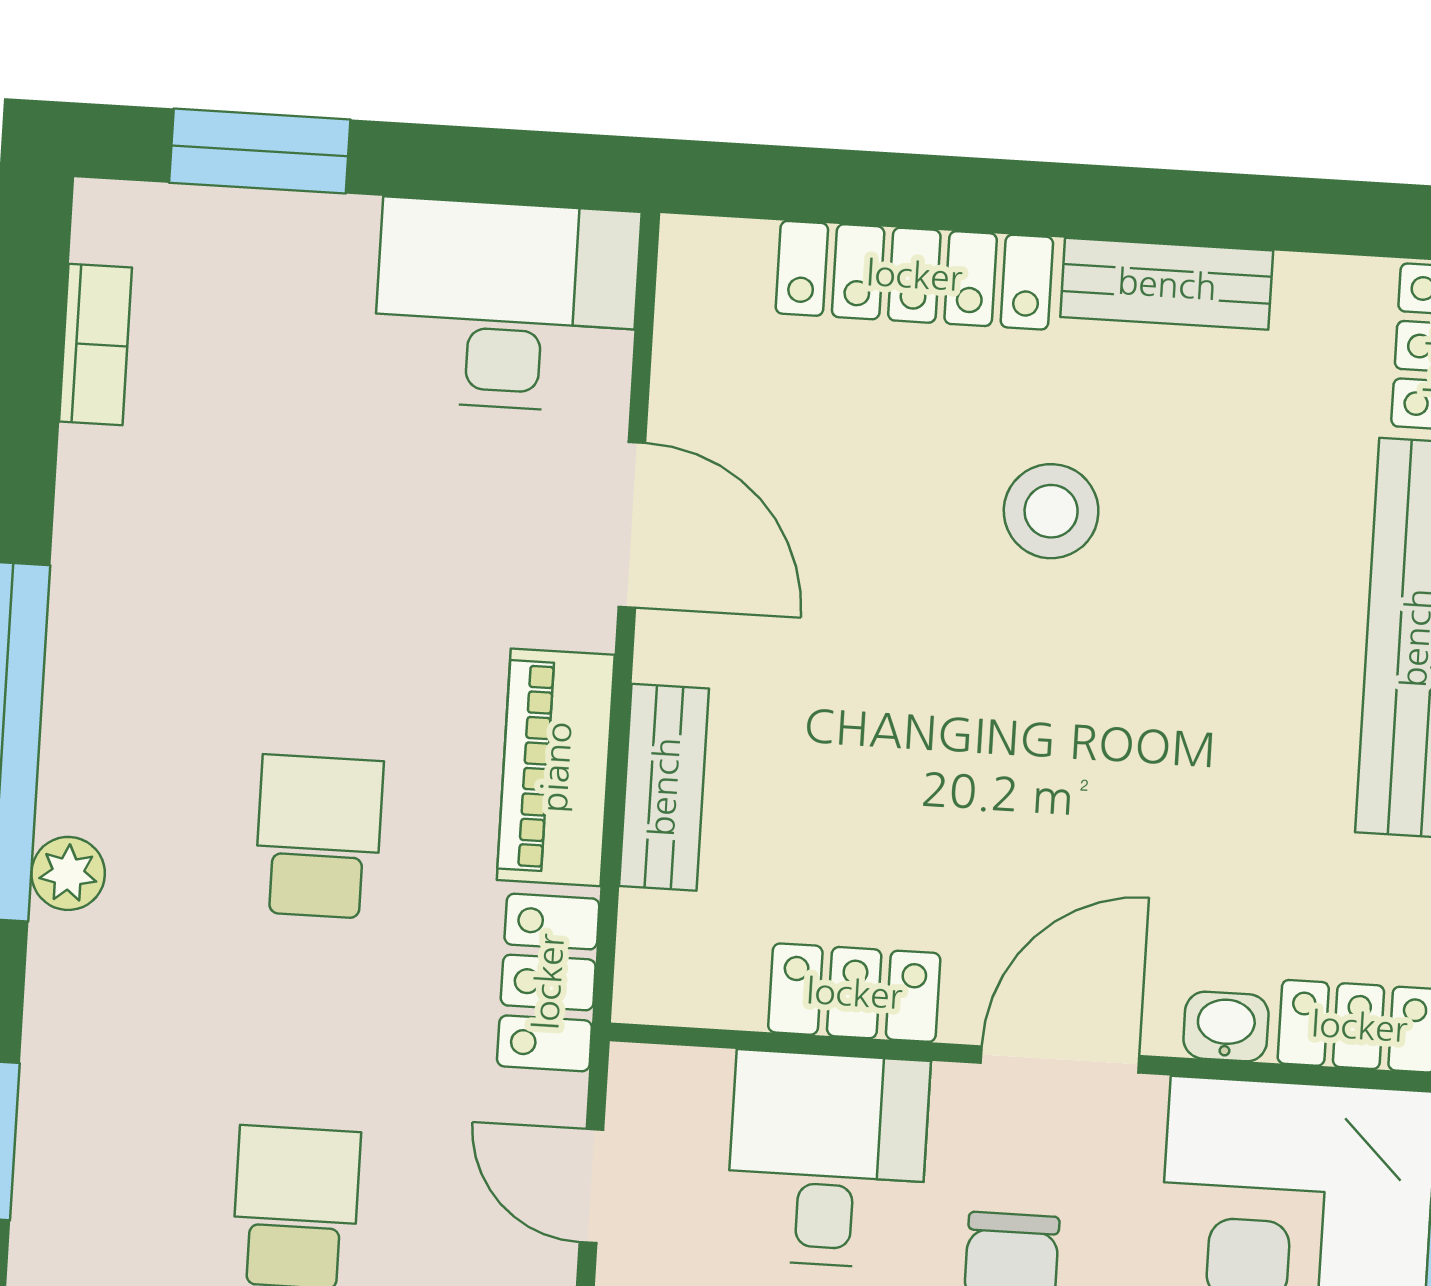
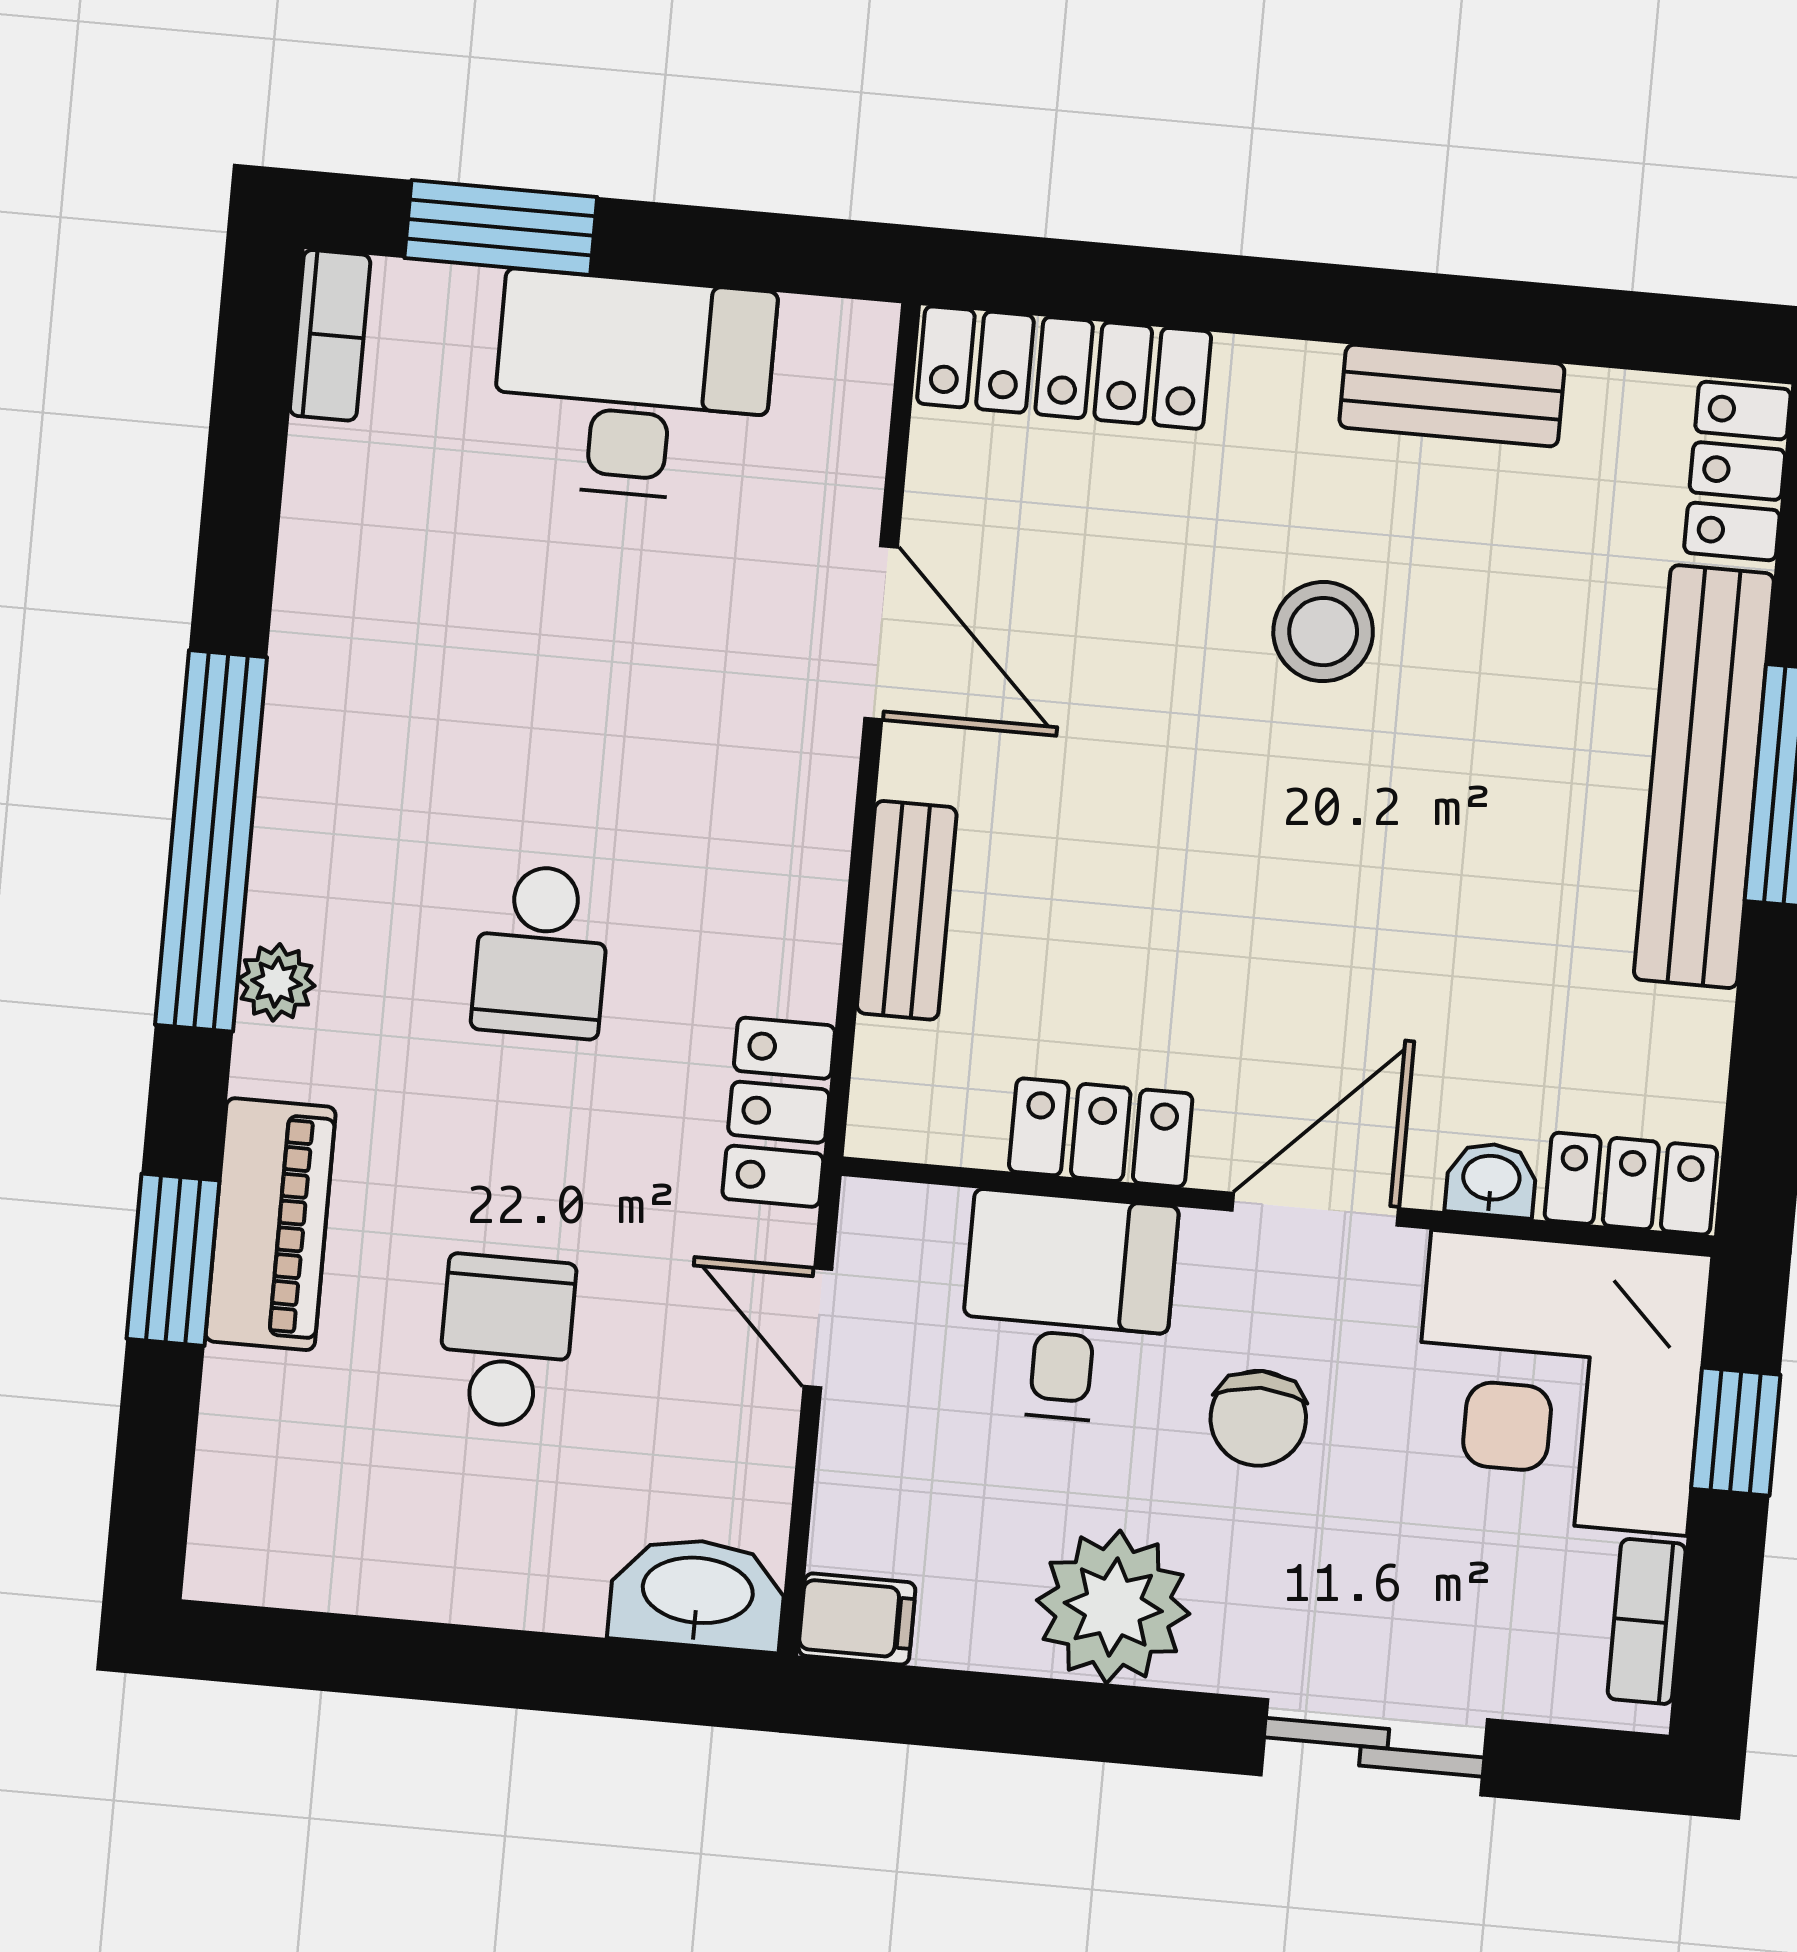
locker: (914, 275) -> (1064, 368), moved
desk: (506, 305) -> (633, 387), moved
bookcase: (96, 344) -> (330, 335), moved
piano: (556, 767) -> (271, 1224), moved, turned 180
school desk: (319, 837) -> (541, 951), turned 180

